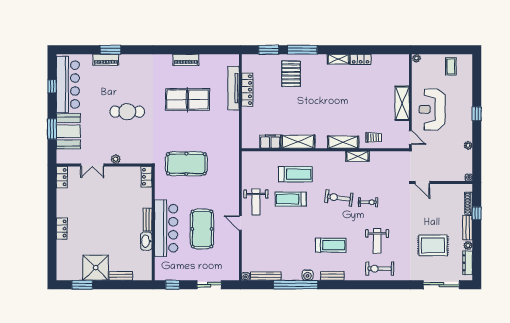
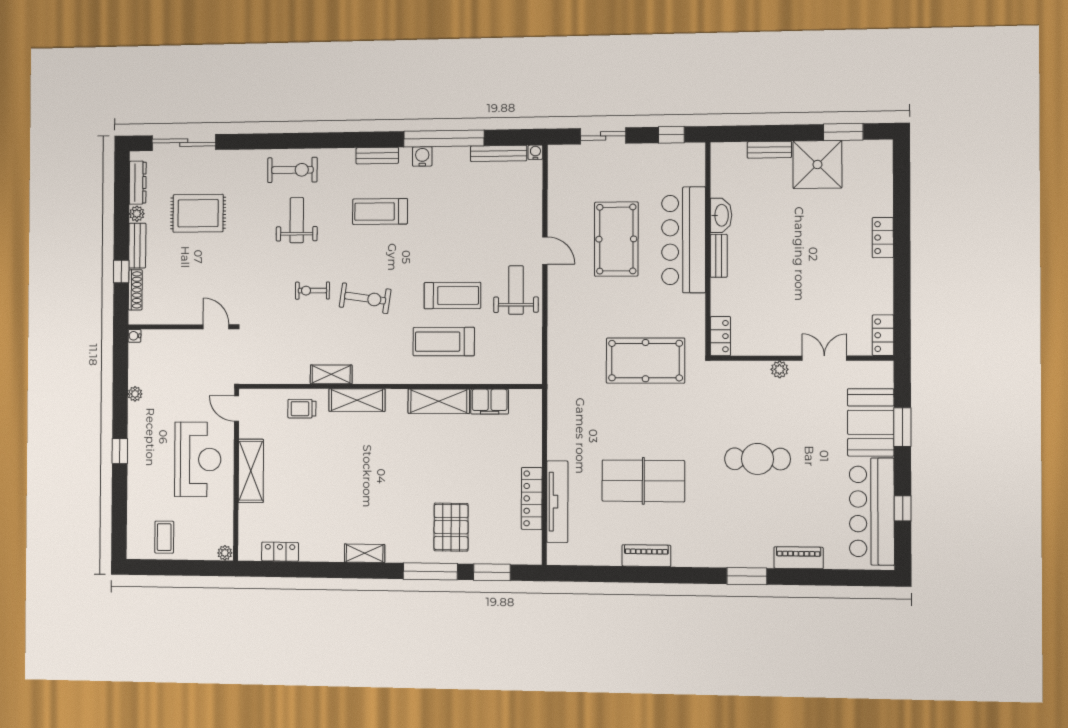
window: (111, 50) -> (747, 576), moved
locker: (361, 59) -> (280, 552), moved

